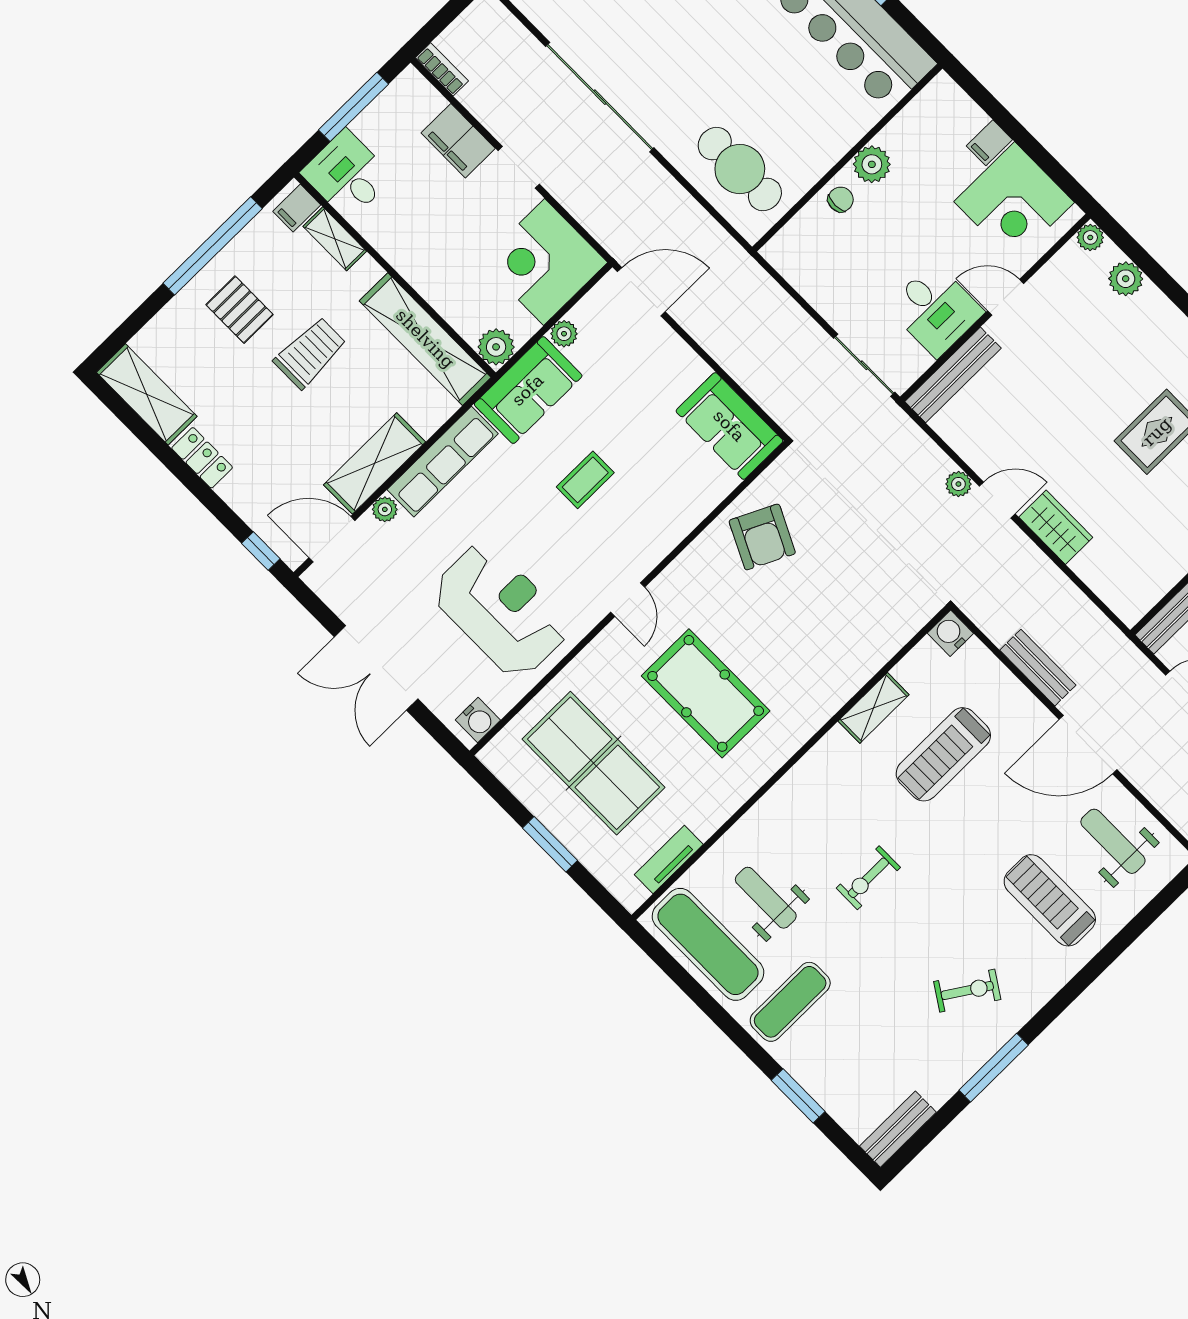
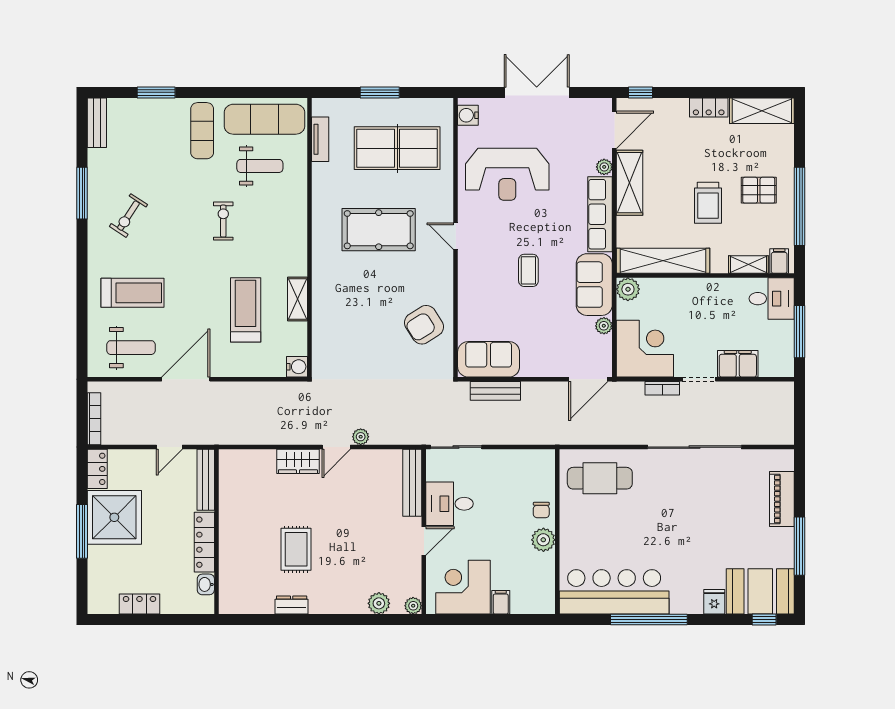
bookcase: (442, 69) -> (662, 388), moved
armchair: (762, 537) -> (424, 325), turned -58
bench: (1038, 668) -> (495, 391), moved

